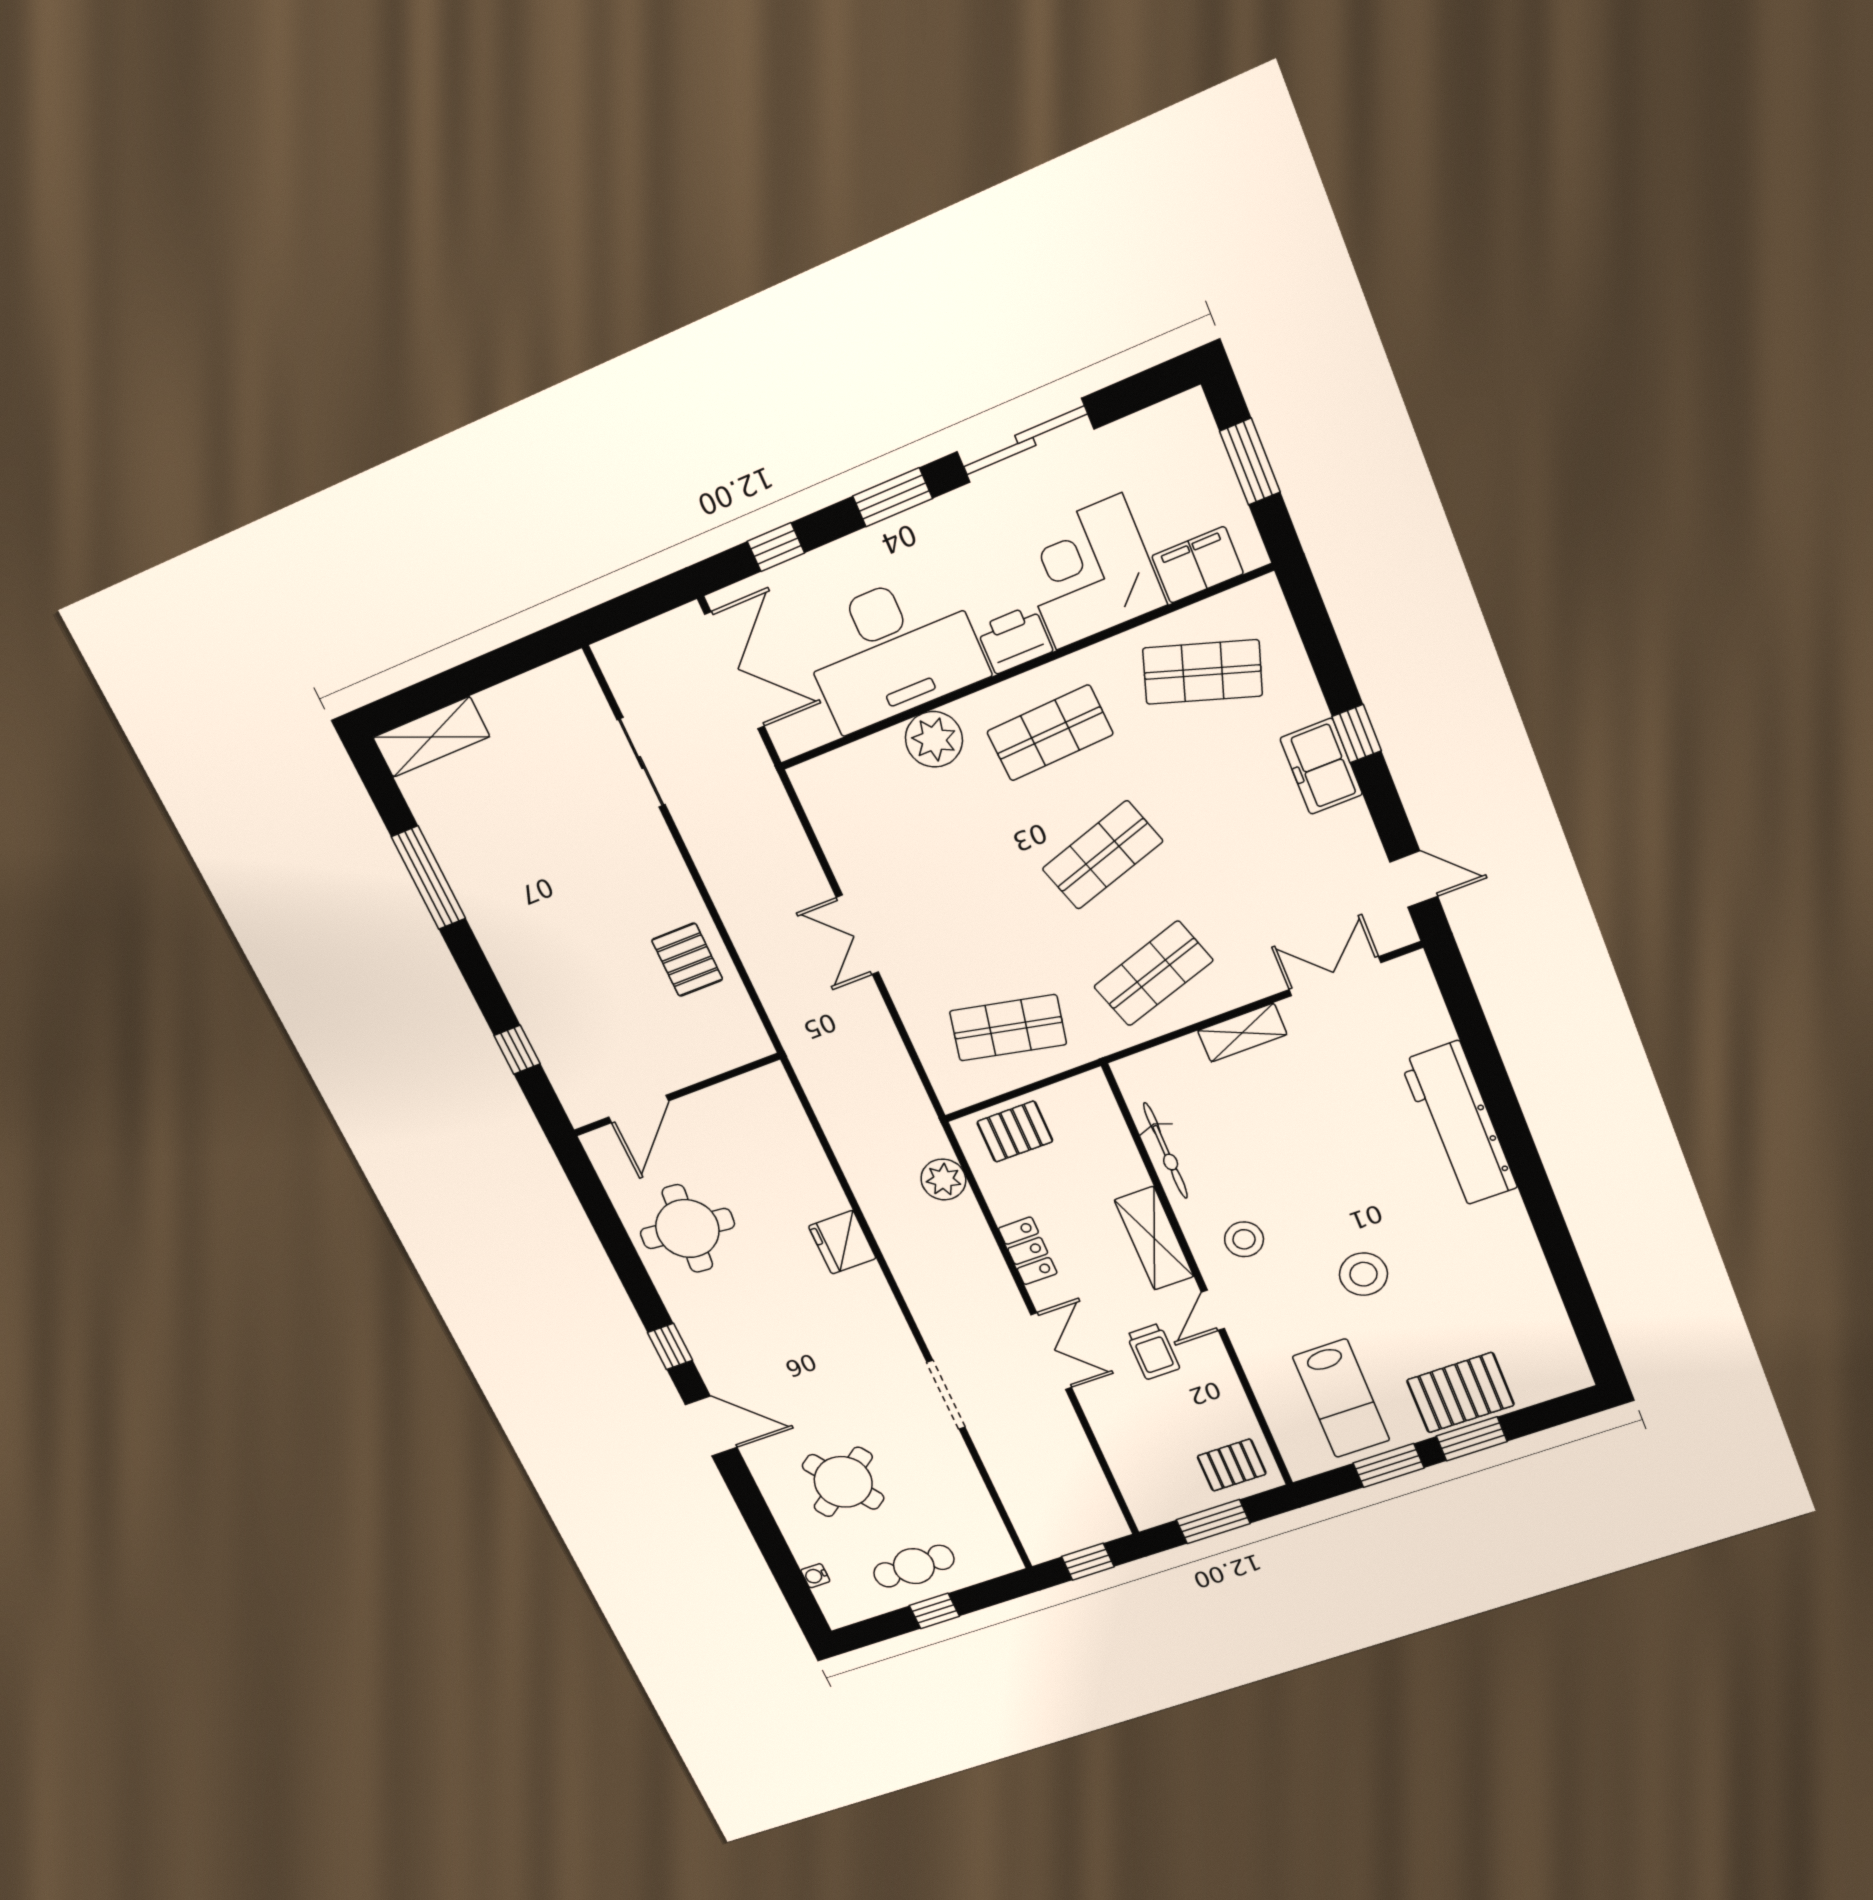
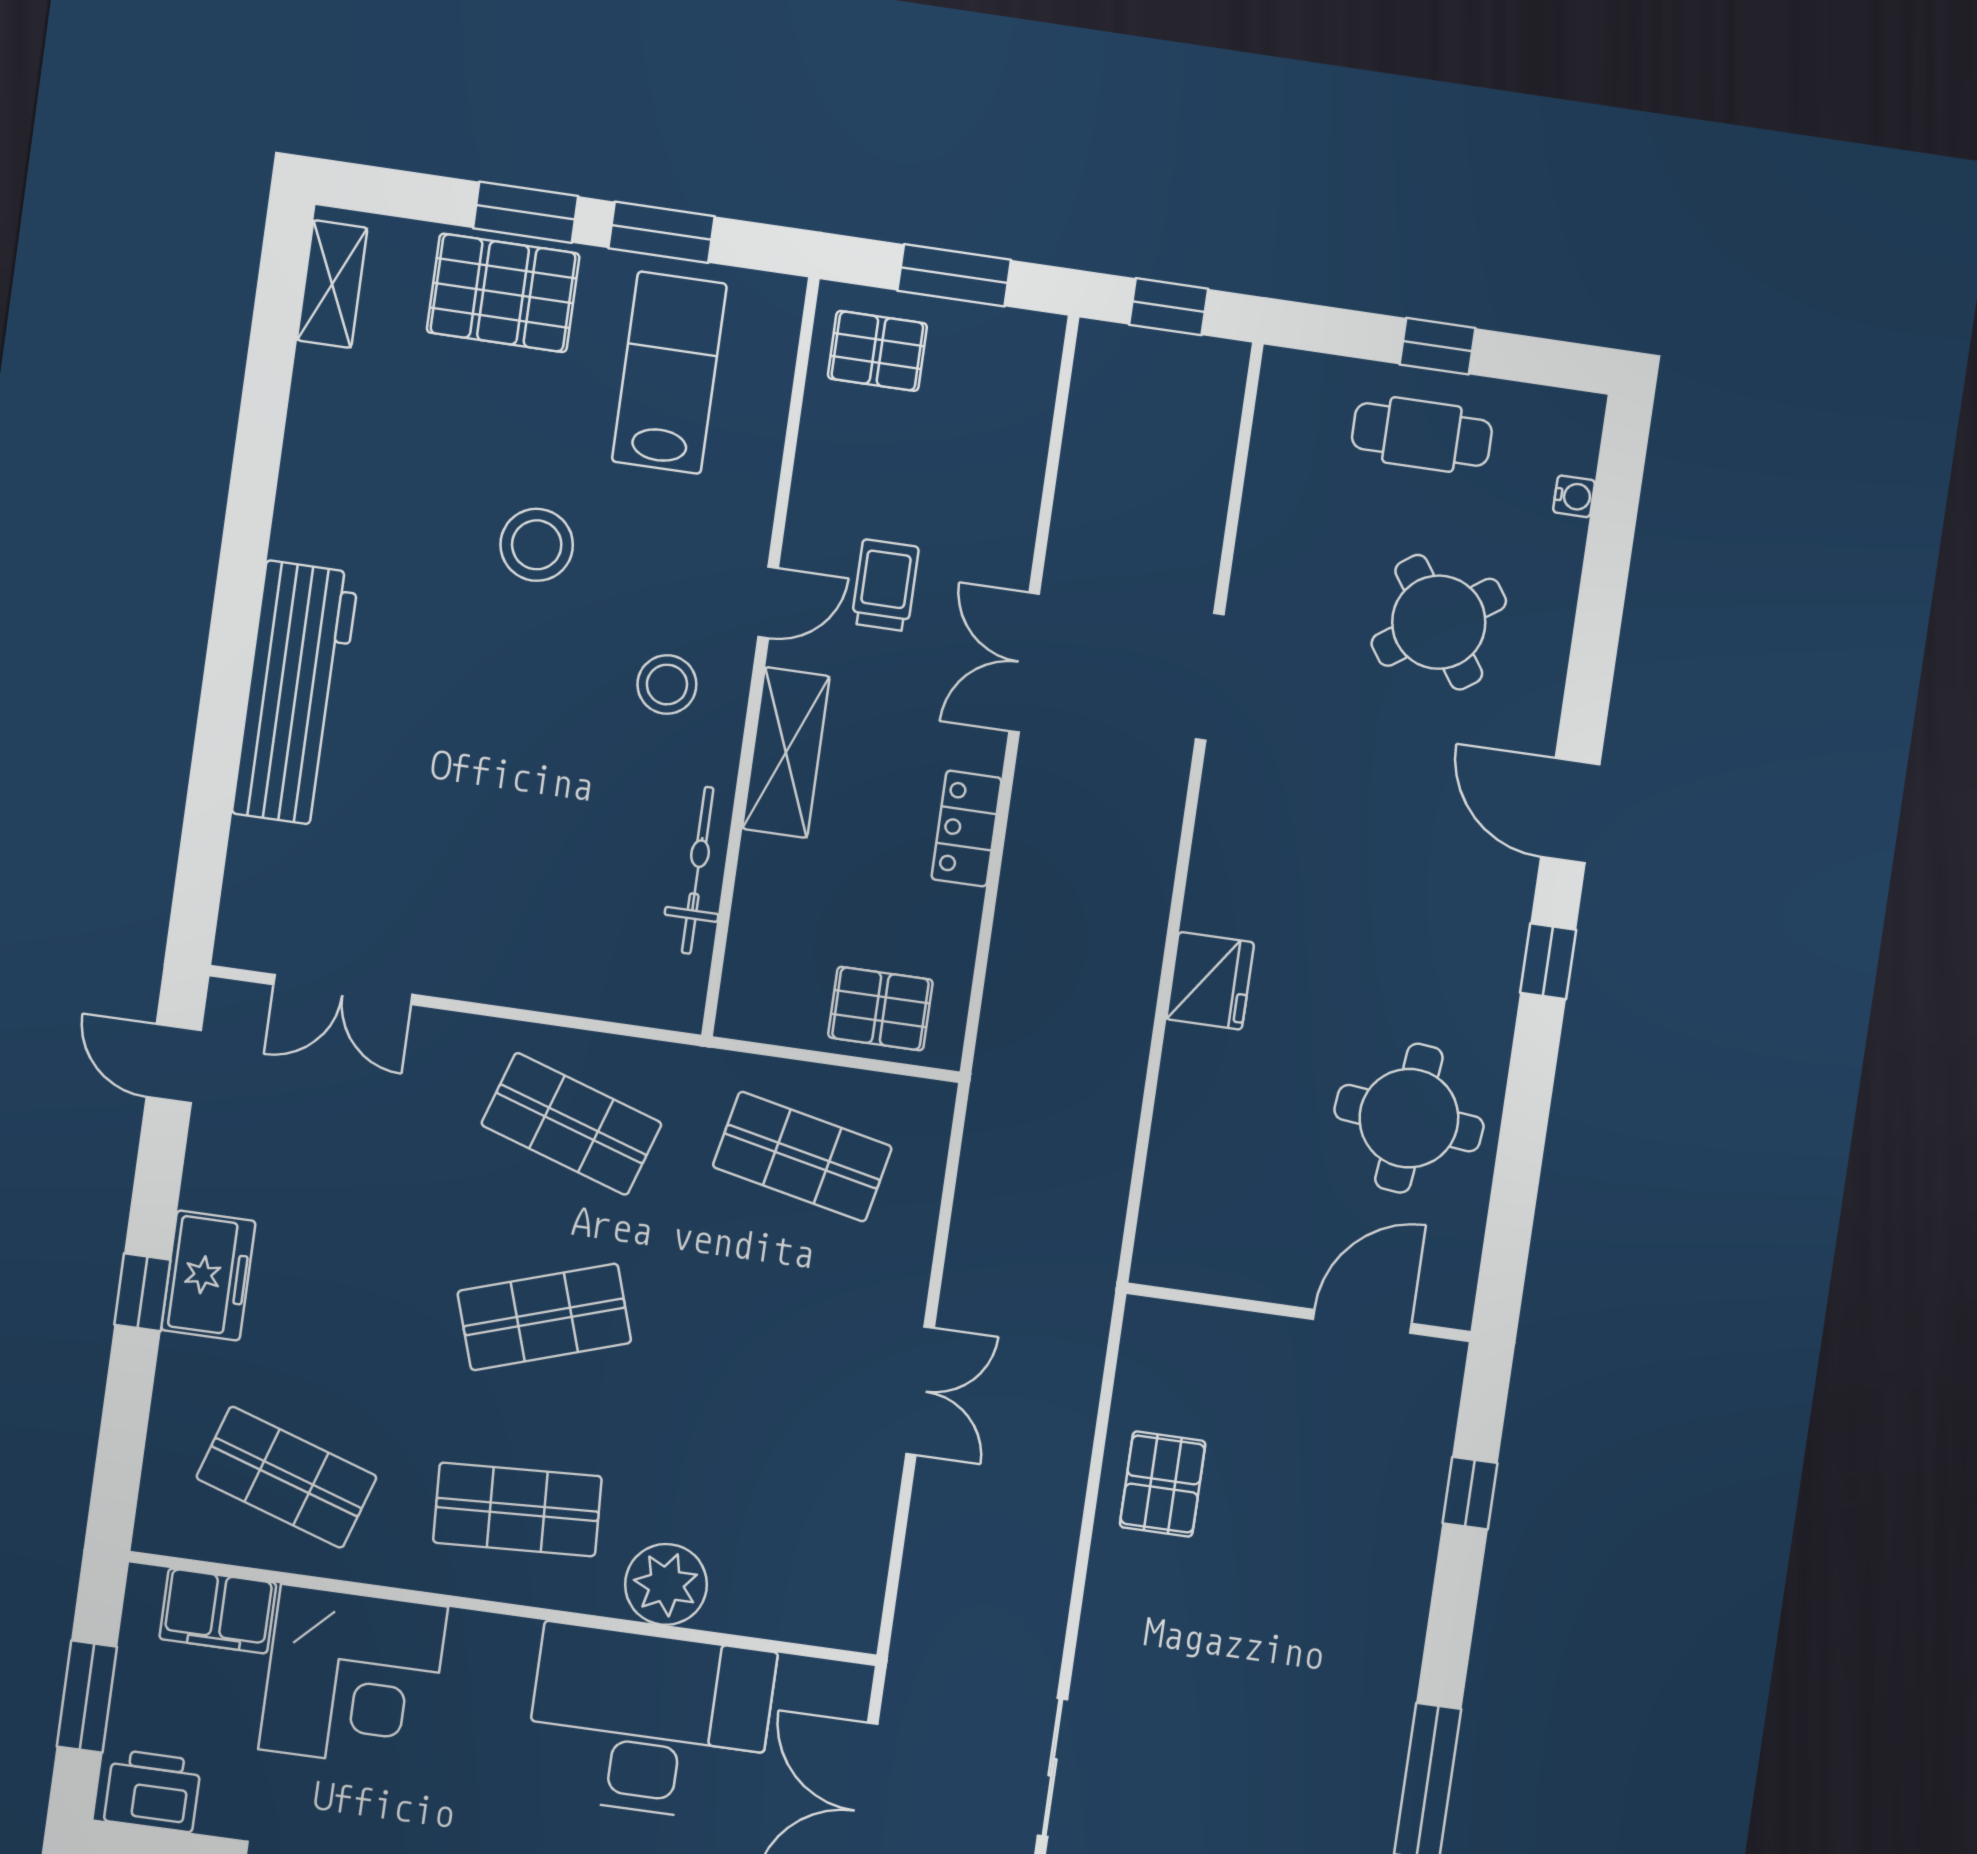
printer: (1014, 639) -> (153, 1791), moved, turned 180
shop shelf: (1153, 974) -> (571, 1124), turned 36
shelving: (1242, 1033) -> (332, 284), moved, turned 90
plant: (943, 1179) -> (1017, 994), removed

